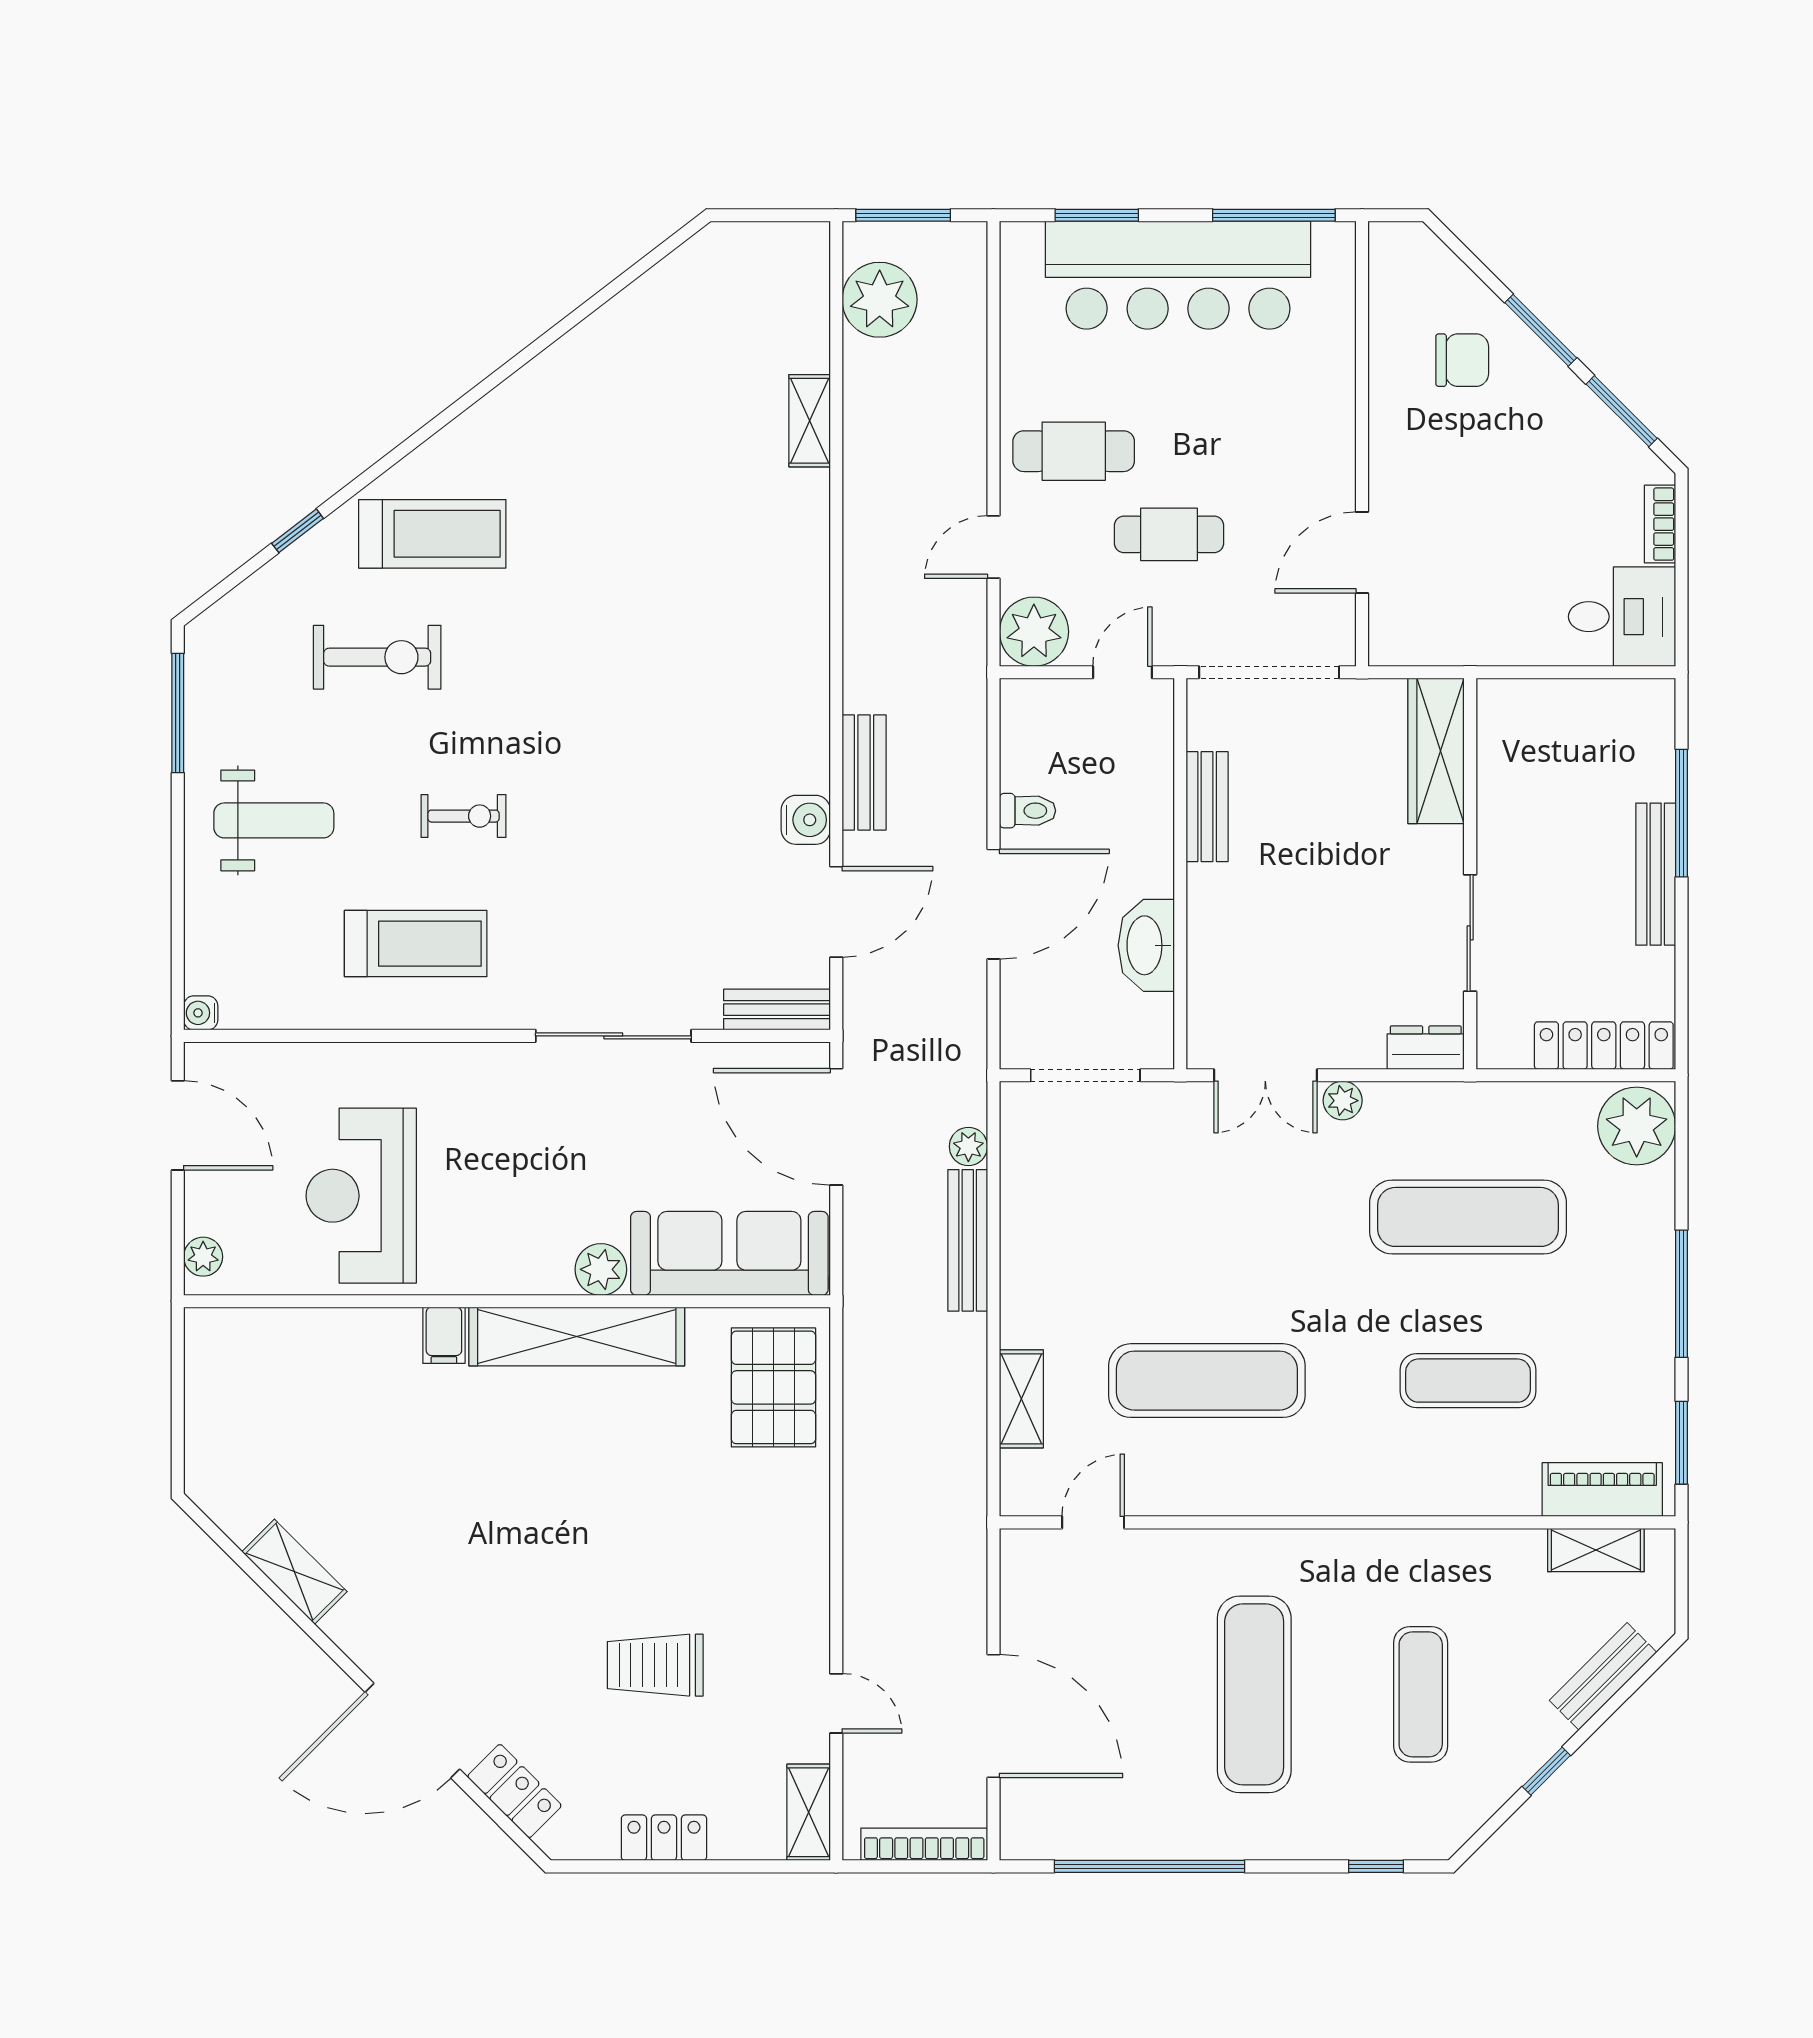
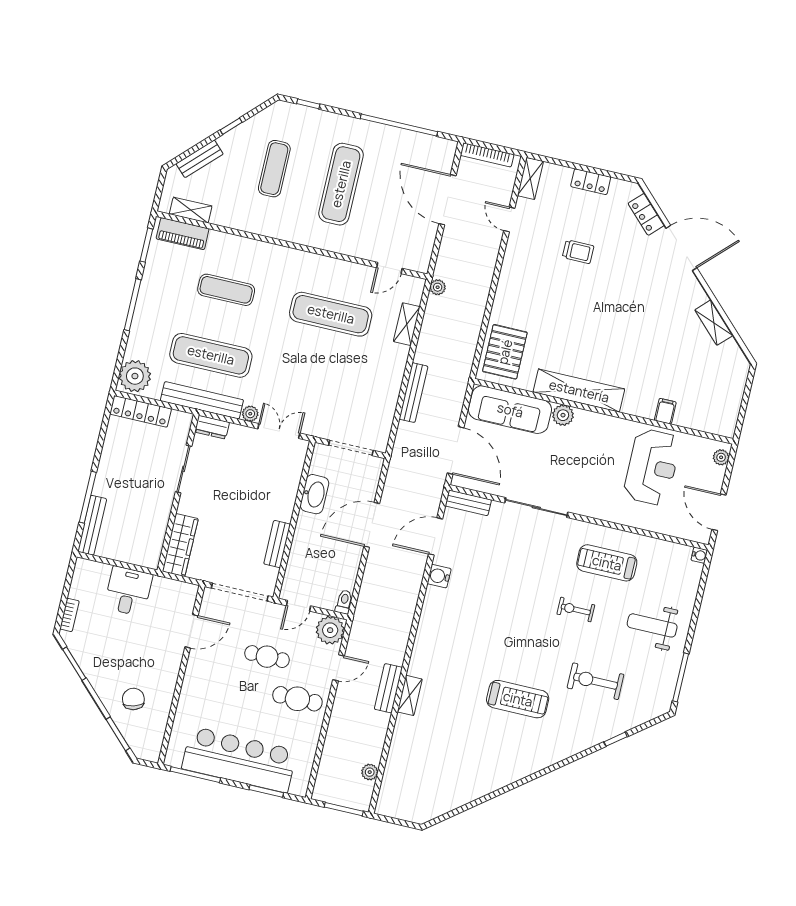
plant: (880, 300) -> (370, 772), width x0.53, depth x0.53
window: (1541, 330) -> (118, 734), moved
chair: (1462, 360) -> (133, 699), turned 74
shelving: (810, 421) -> (410, 695), moved
treadmill: (432, 534) -> (518, 699), moved, turned 180
desk: (1622, 617) -> (128, 591), moved, turned 90
bench: (864, 773) -> (388, 688), moved
toilet: (1027, 811) -> (344, 602), moved, turned 90
bench: (1656, 874) -> (92, 525), moved
bench: (1464, 1106) -> (202, 400), added
plant: (968, 1146) -> (438, 287), moved
filing cabinet: (444, 1335) -> (665, 411), moved
trolley: (655, 1665) -> (578, 252), width x0.73, depth x0.72

